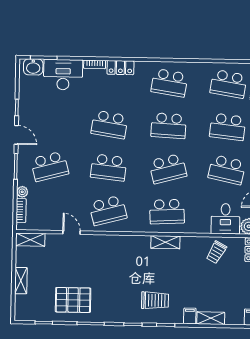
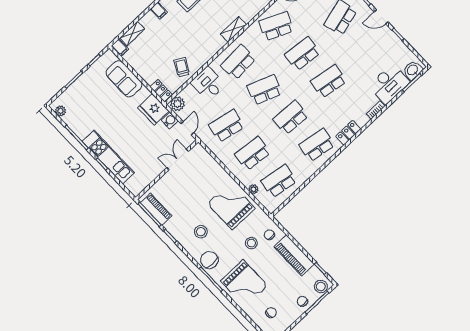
locker: (120, 68) -> (348, 133), moved
school desk: (168, 169) -> (264, 90), turned 36
school desk: (108, 210) -> (276, 26), turned 39
desk: (225, 219) -> (208, 84), moved
shelving: (165, 242) -> (233, 29), moved
shelving: (211, 318) -> (132, 34), moved

